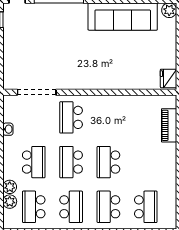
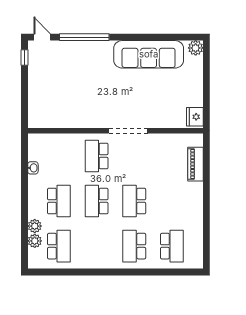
doorway: (37, 92) -> (128, 131), moved
school desk: (34, 207) -> (59, 246), turned 180
school desk: (71, 207) -> (97, 246), removed

